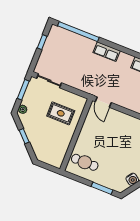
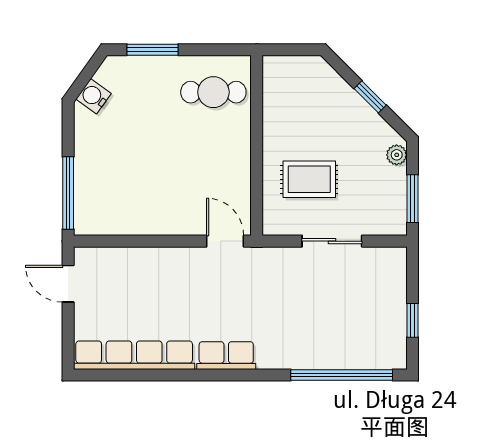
row of seats: (107, 52) -> (226, 356), moved
sliding door: (49, 81) -> (332, 241), moved

